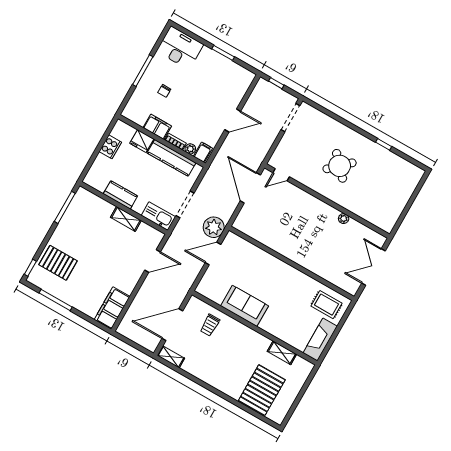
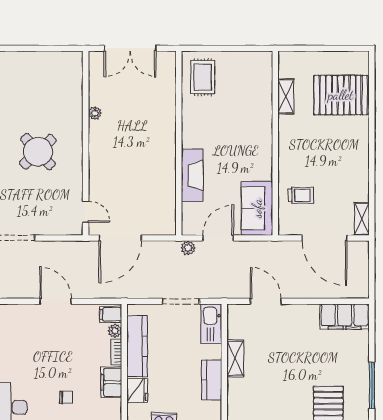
plant: (214, 227) -> (188, 248), width x0.53, depth x0.53
door: (213, 253) -> (218, 238), swing flipped
sofa: (245, 306) -> (257, 208), moved
fireplace: (320, 340) -> (192, 175), moved, turned -90

